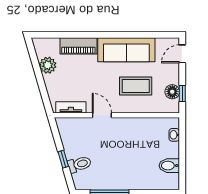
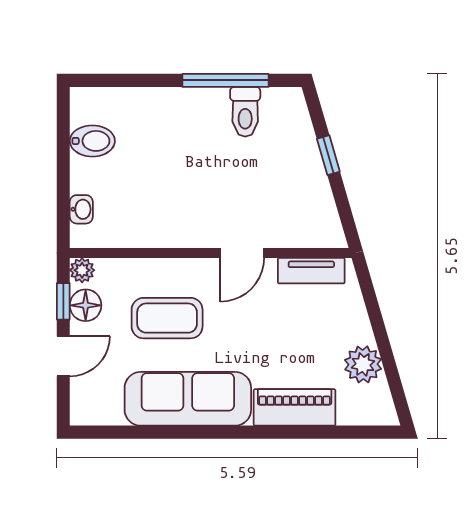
door: (182, 54) -> (63, 356), moved
plant: (174, 107) -> (82, 270), added
door: (102, 115) -> (242, 253), hinge flipped
toilet: (79, 164) -> (245, 112), moved, turned -74

